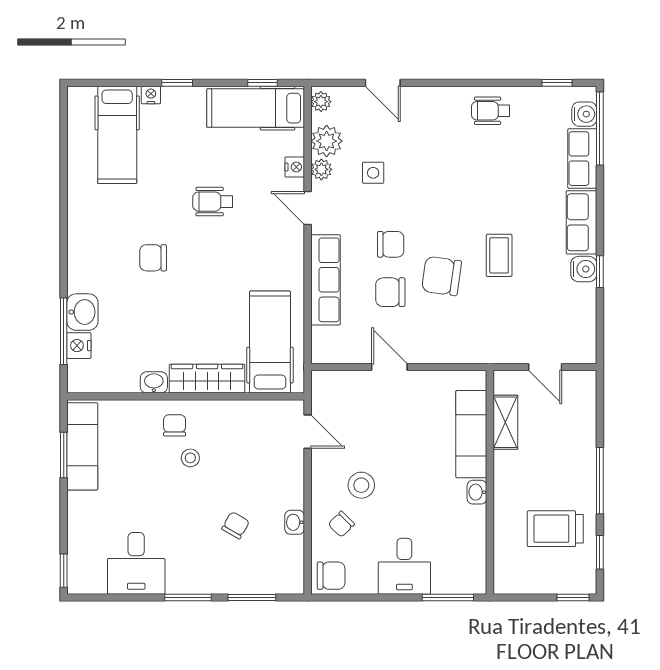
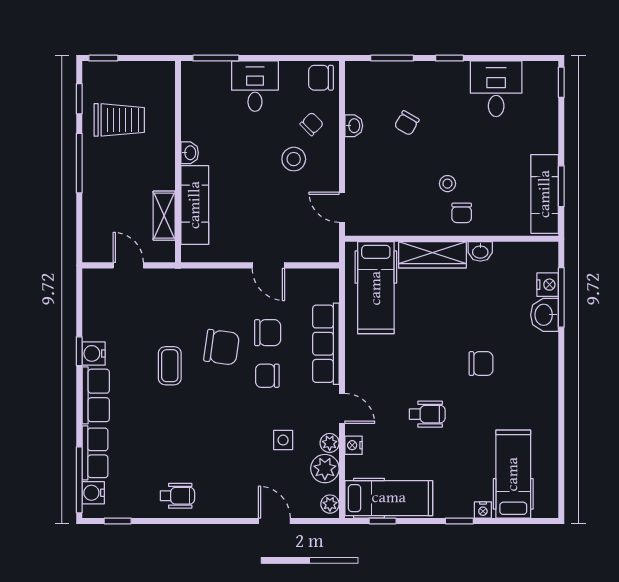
window: (188, 598) -> (450, 58), width x0.67

